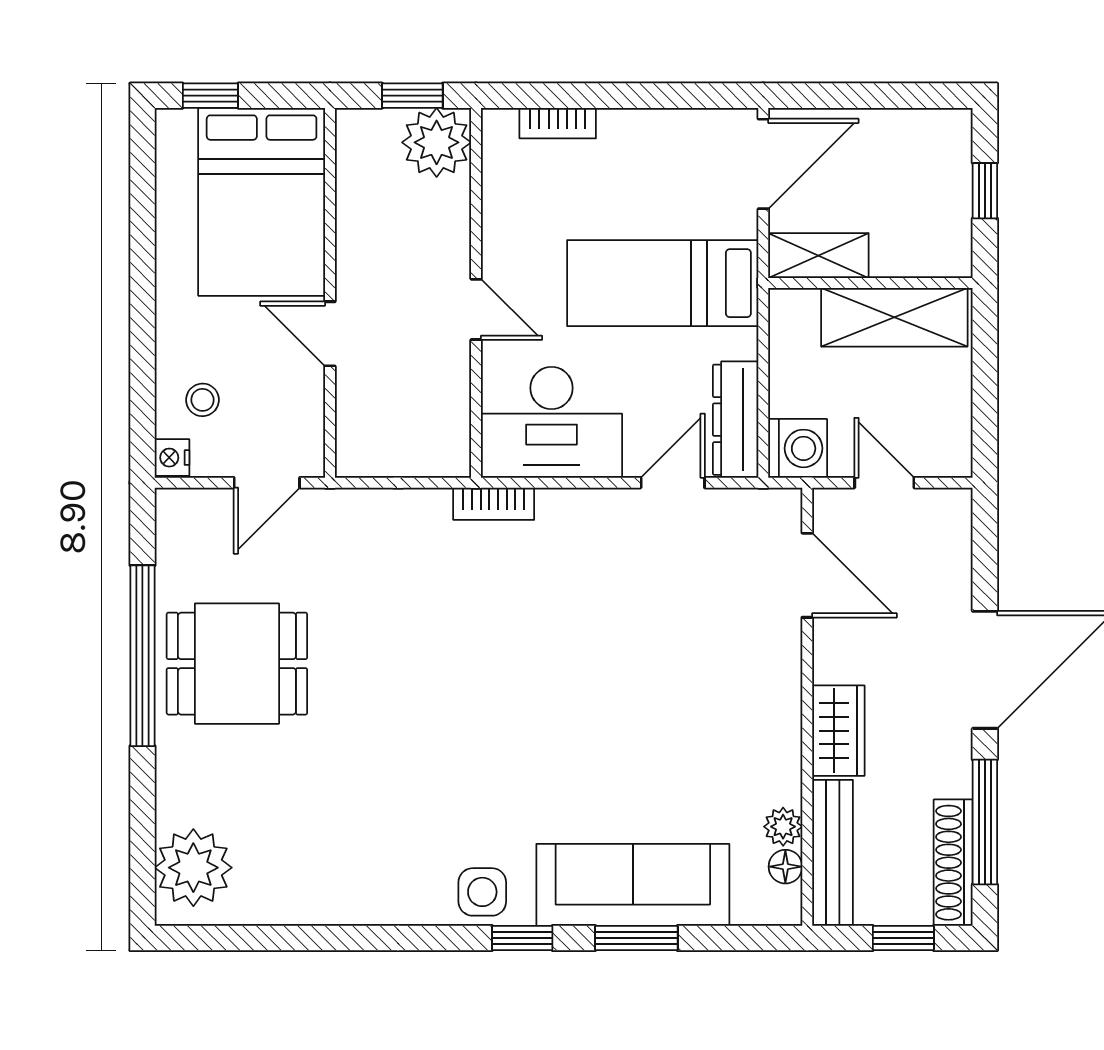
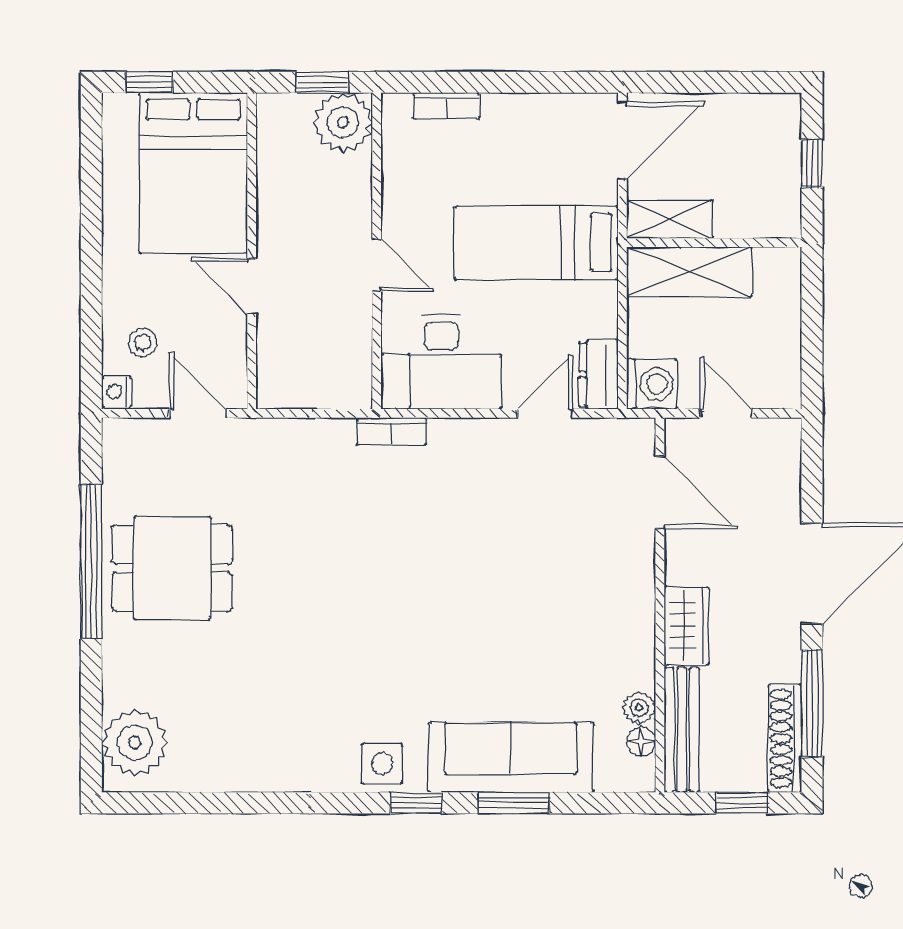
shelving: (894, 317) -> (689, 272), moved
dresser: (736, 420) -> (599, 375), width x0.70
door: (267, 483) -> (198, 413), swing flipped

